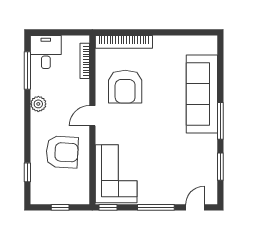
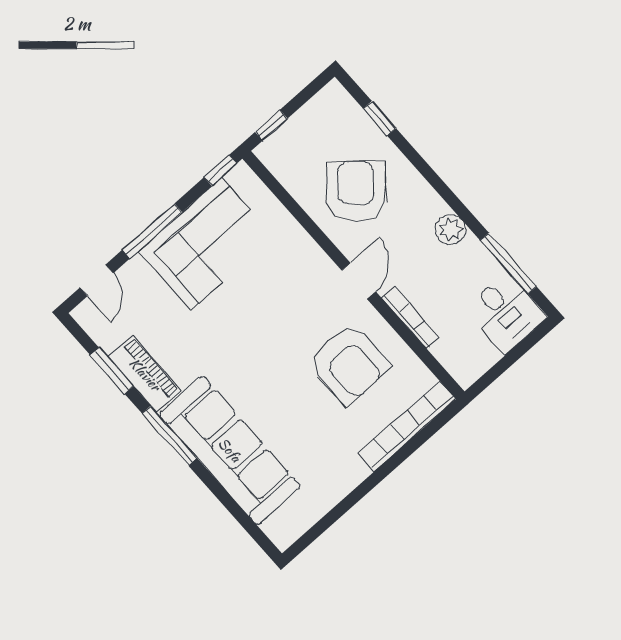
bookcase: (85, 61) -> (410, 318), moved
armchair: (125, 87) -> (349, 364), turned 180
armchair: (62, 152) -> (356, 191), turned 128
piano: (209, 154) -> (145, 374), added
corner sofa: (116, 174) -> (206, 244), moved, turned -90
window: (60, 207) -> (271, 125), moved

